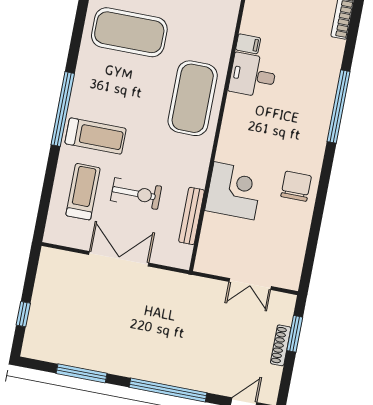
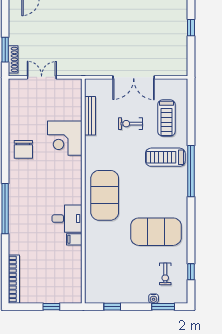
exercise bike: (136, 194) -> (130, 124), width x0.73, depth x0.72
shoe rack: (281, 345) -> (13, 59), moved

